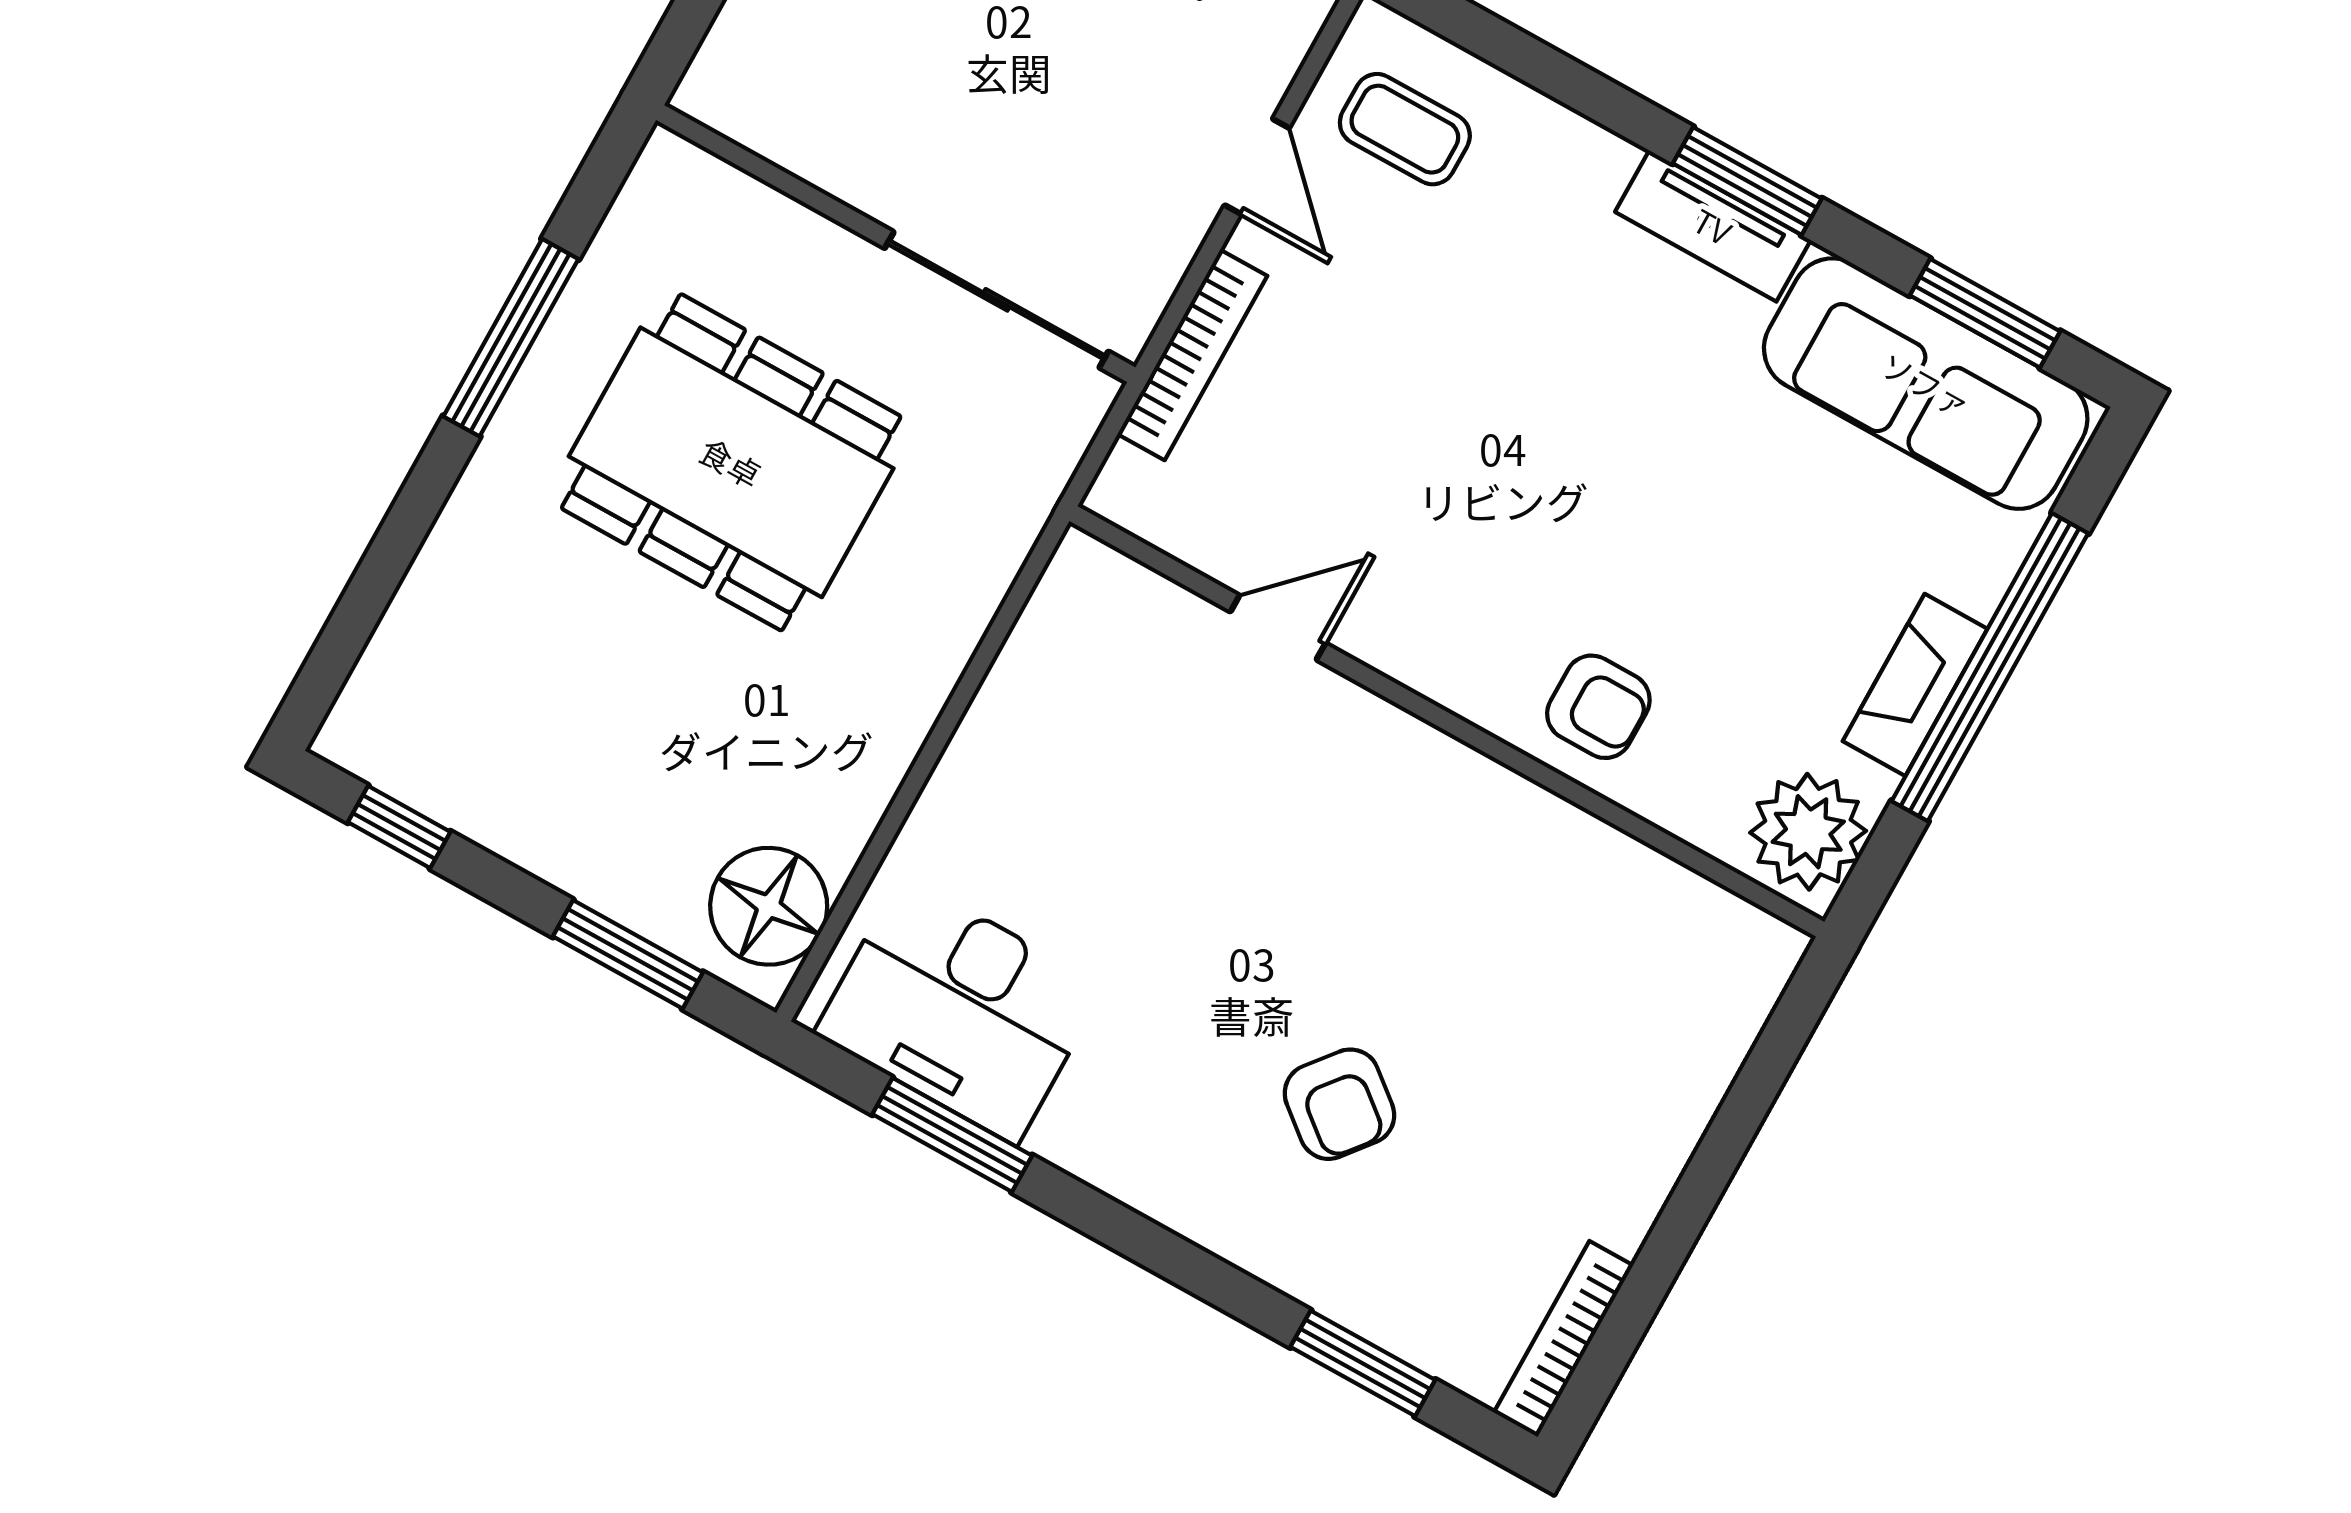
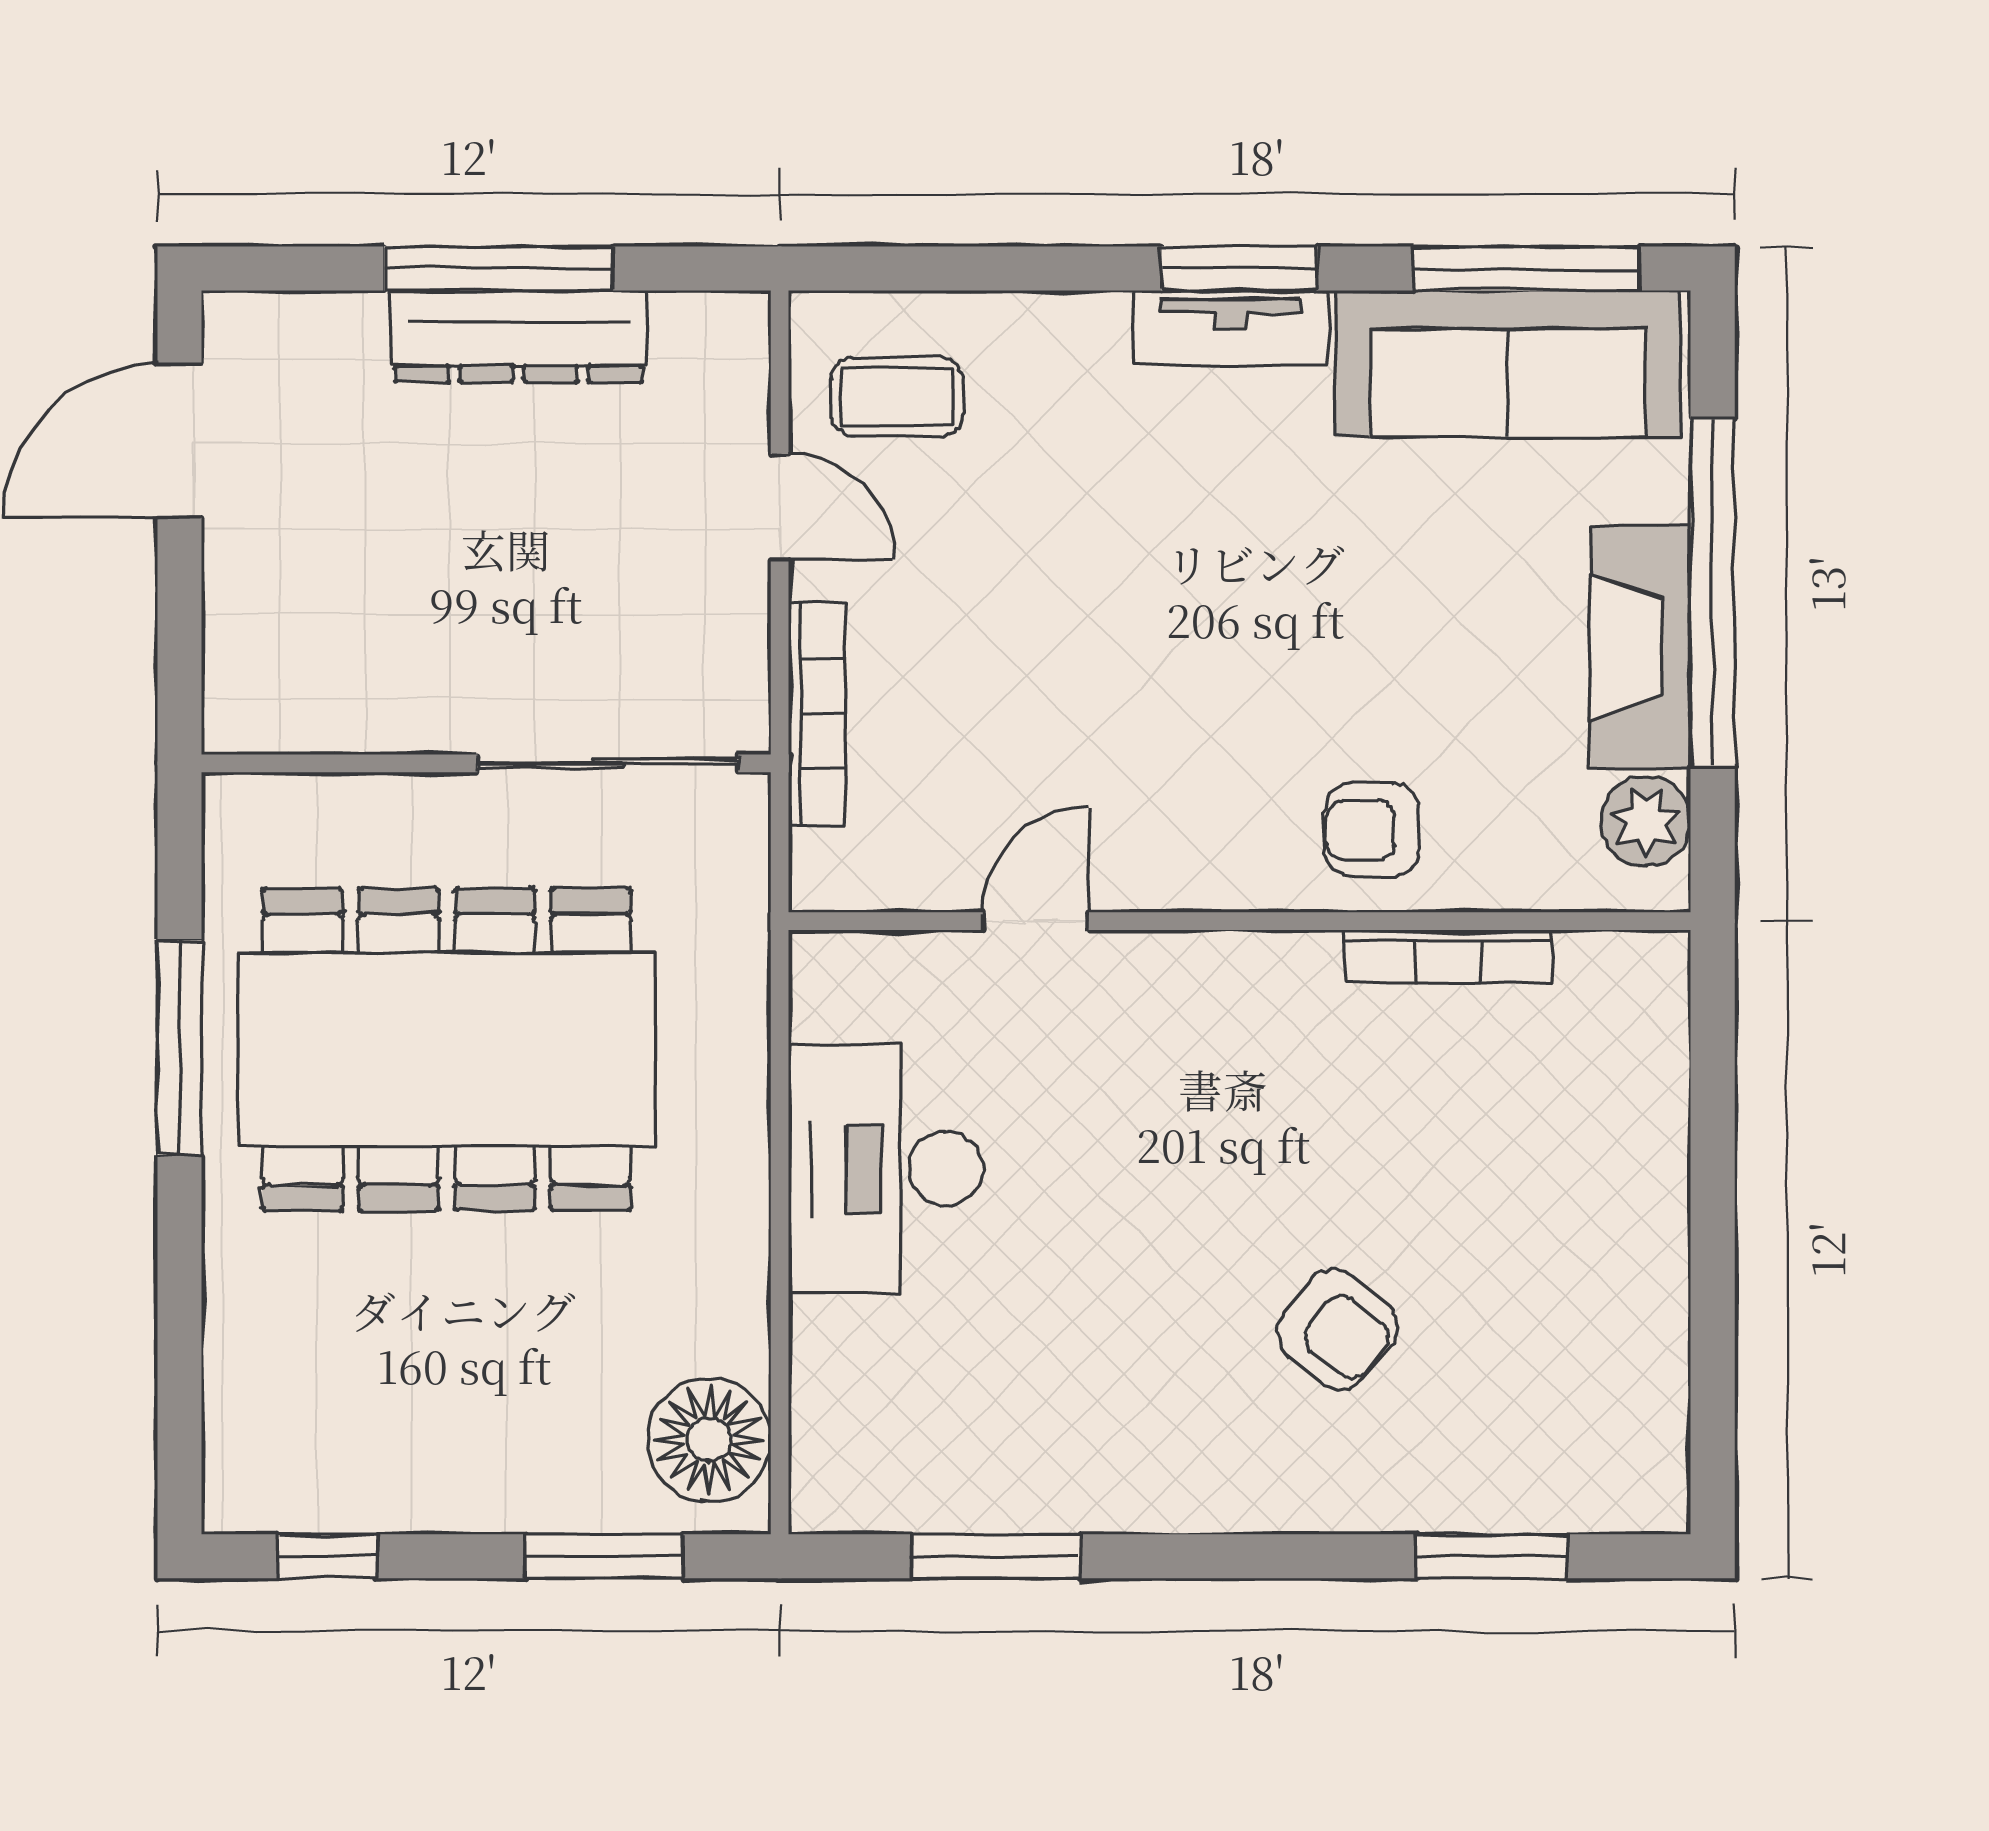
window: (1985, 313) -> (1526, 269), width x1.44
dining table: (731, 462) -> (447, 1050), width x1.36, depth x1.24
fireplace: (1915, 685) -> (1641, 647), width x1.37, depth x1.32
armchair: (1598, 707) -> (1372, 830), turned 180
plant: (1808, 832) -> (1646, 821), width x0.73, depth x0.73
desk: (959, 1010) -> (886, 1169), moved, turned 90
bookcase: (1564, 1339) -> (1448, 956), moved, turned -90

